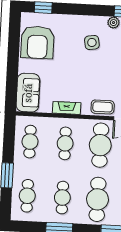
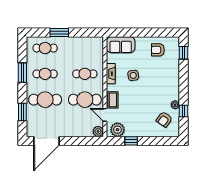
armchair: (37, 42) -> (158, 50), width x0.53, depth x0.53
side table: (92, 42) -> (133, 75), moved
cafe table: (30, 142) -> (85, 48), removed

